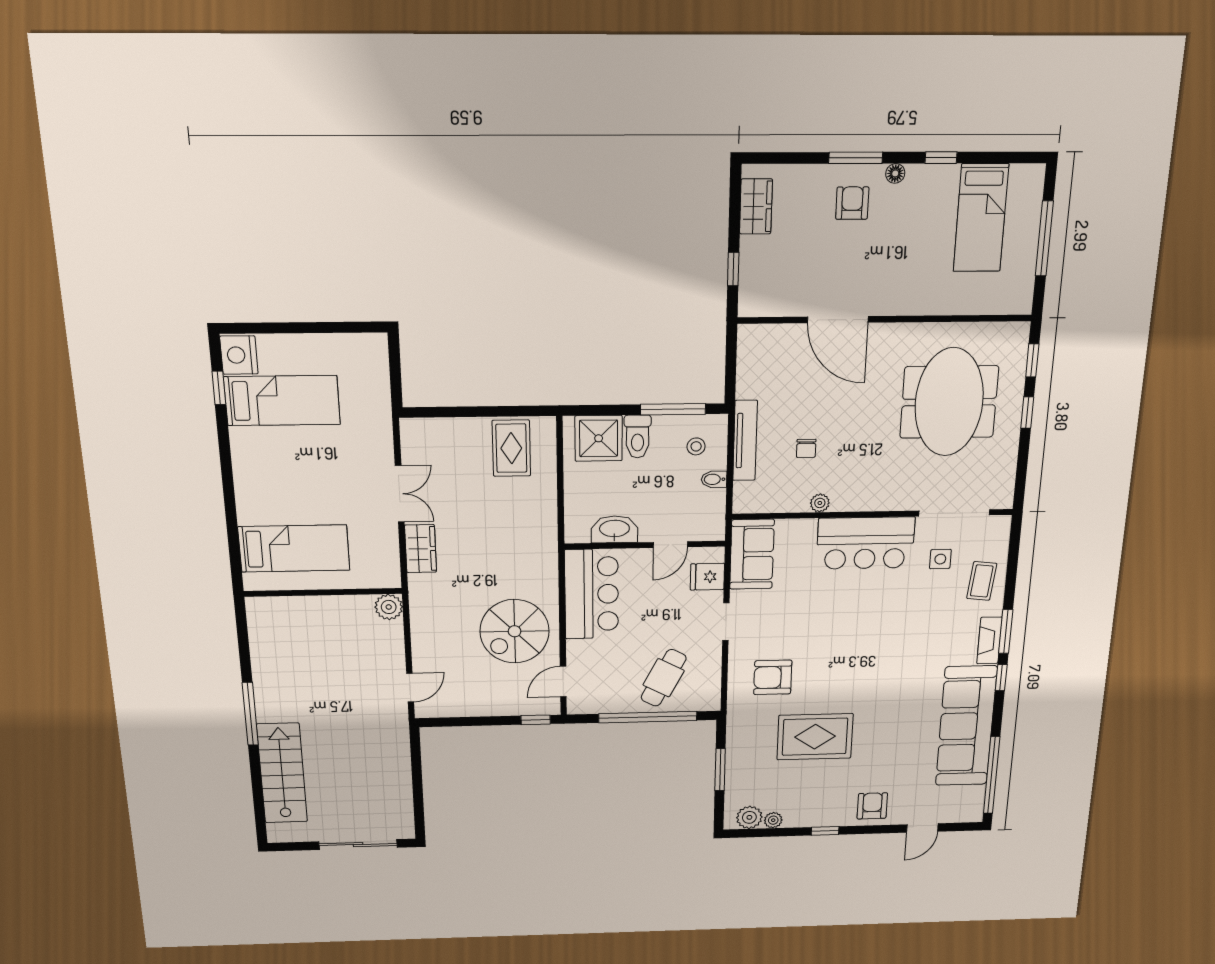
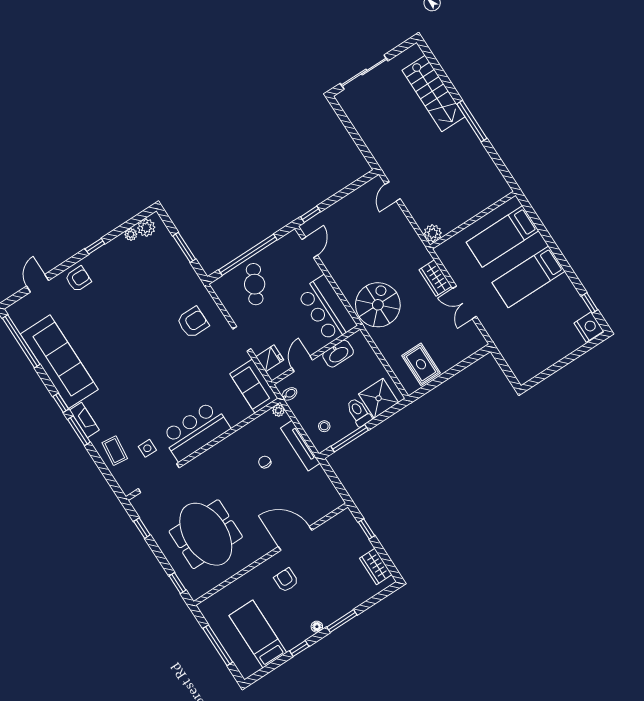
armchair: (852, 203) -> (286, 580), moved, turned 180
bed: (282, 401) -> (529, 277), moved
window: (1027, 412) -> (142, 528), moved
bidet: (714, 479) -> (289, 394), moved
plant: (820, 503) -> (278, 410), moved
spiral stairs: (515, 631) -> (378, 305), moved
rug: (815, 737) -> (143, 301), removed
armchair: (872, 806) -> (78, 279), turned -90

